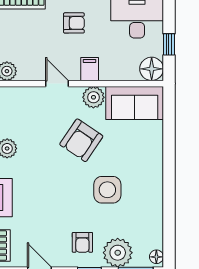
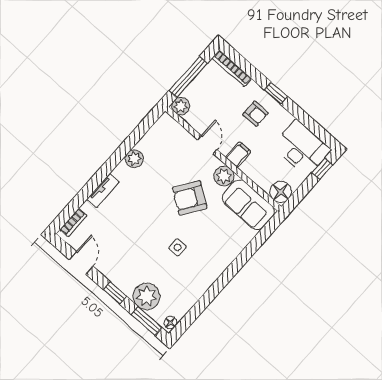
window: (169, 44) -> (322, 169), moved
side table: (107, 190) -> (178, 247), width x0.54, depth x0.54
armchair: (82, 242) -> (129, 268), removed

